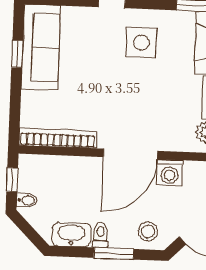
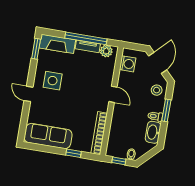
window: (17, 54) -> (73, 153), moved
door: (130, 154) -> (113, 94), width x0.53
washing machine: (170, 173) -> (128, 64), moved

